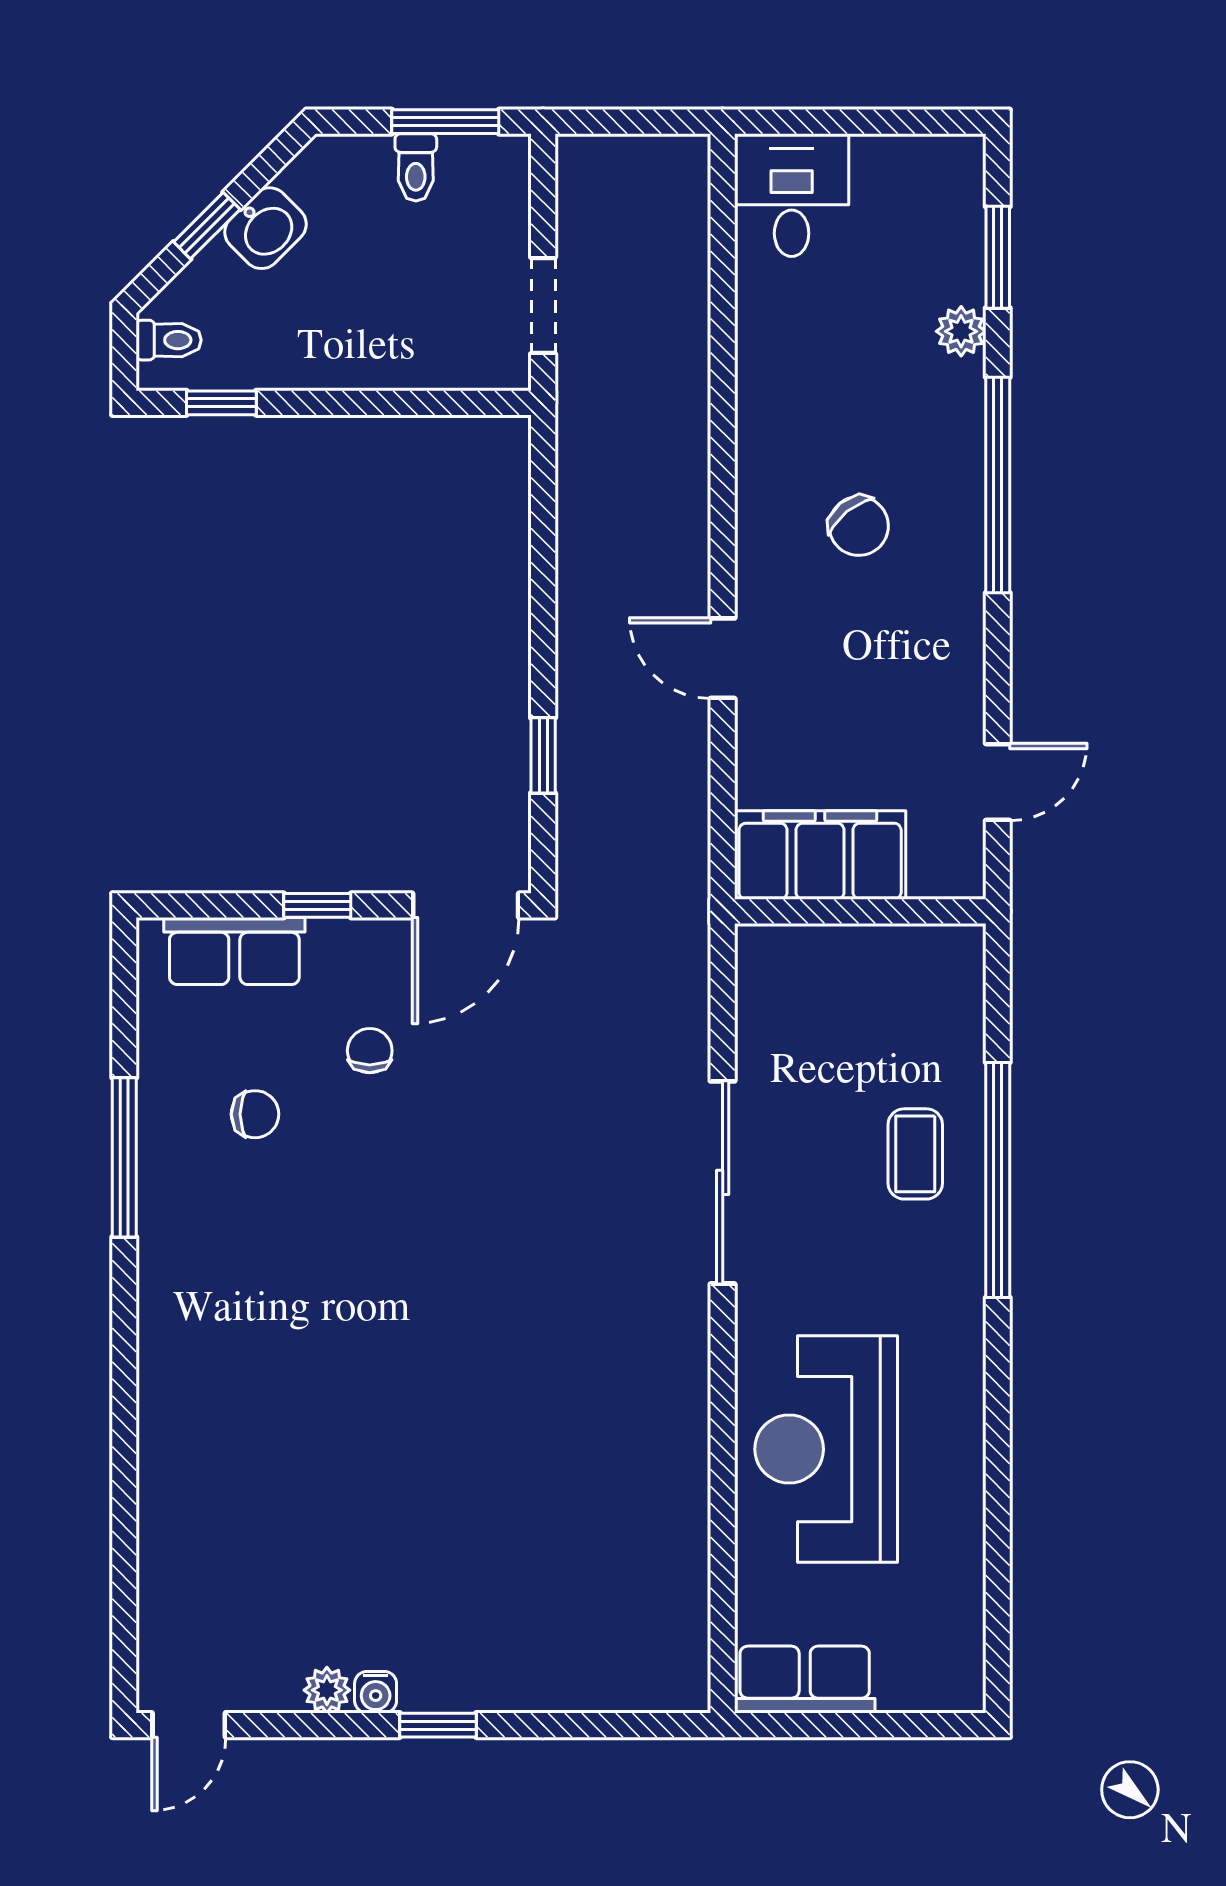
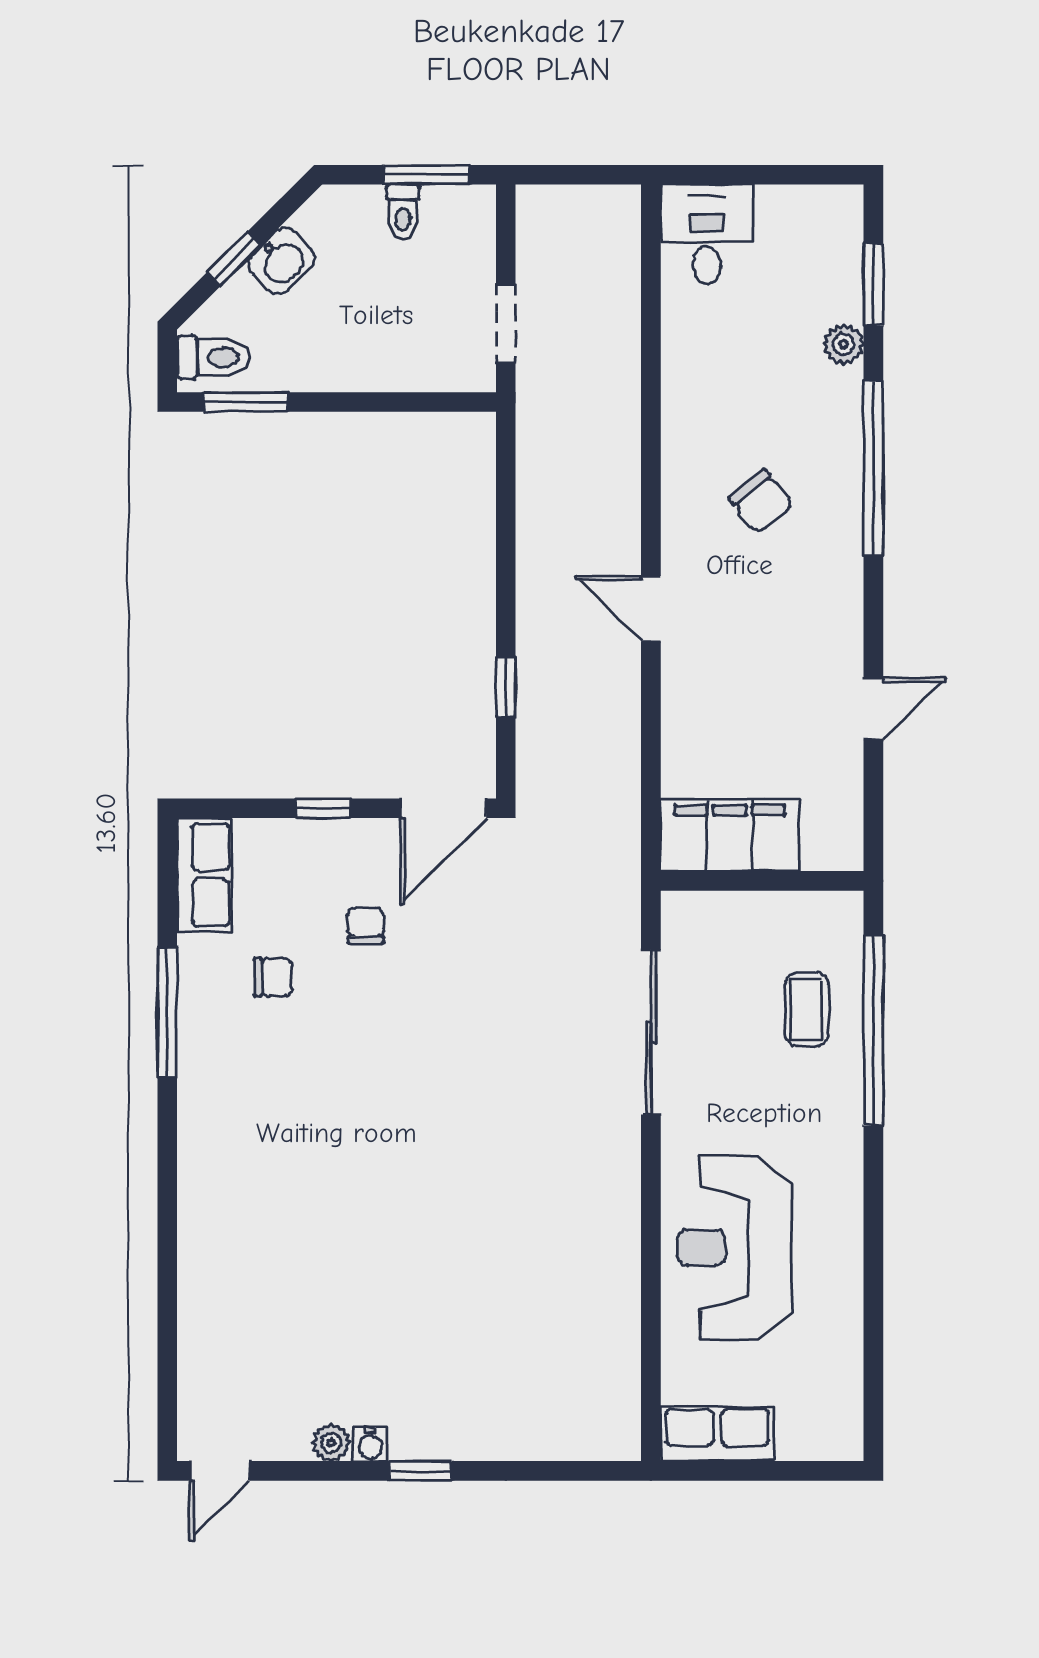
toilet: (169, 340) -> (213, 357), width x1.37, depth x1.39
window: (221, 403) -> (246, 402), width x1.50
filing cabinet: (820, 855) -> (730, 835), moved
wall: (860, 911) -> (762, 881), moved
row of seats: (234, 951) -> (204, 875), moved, turned -90

